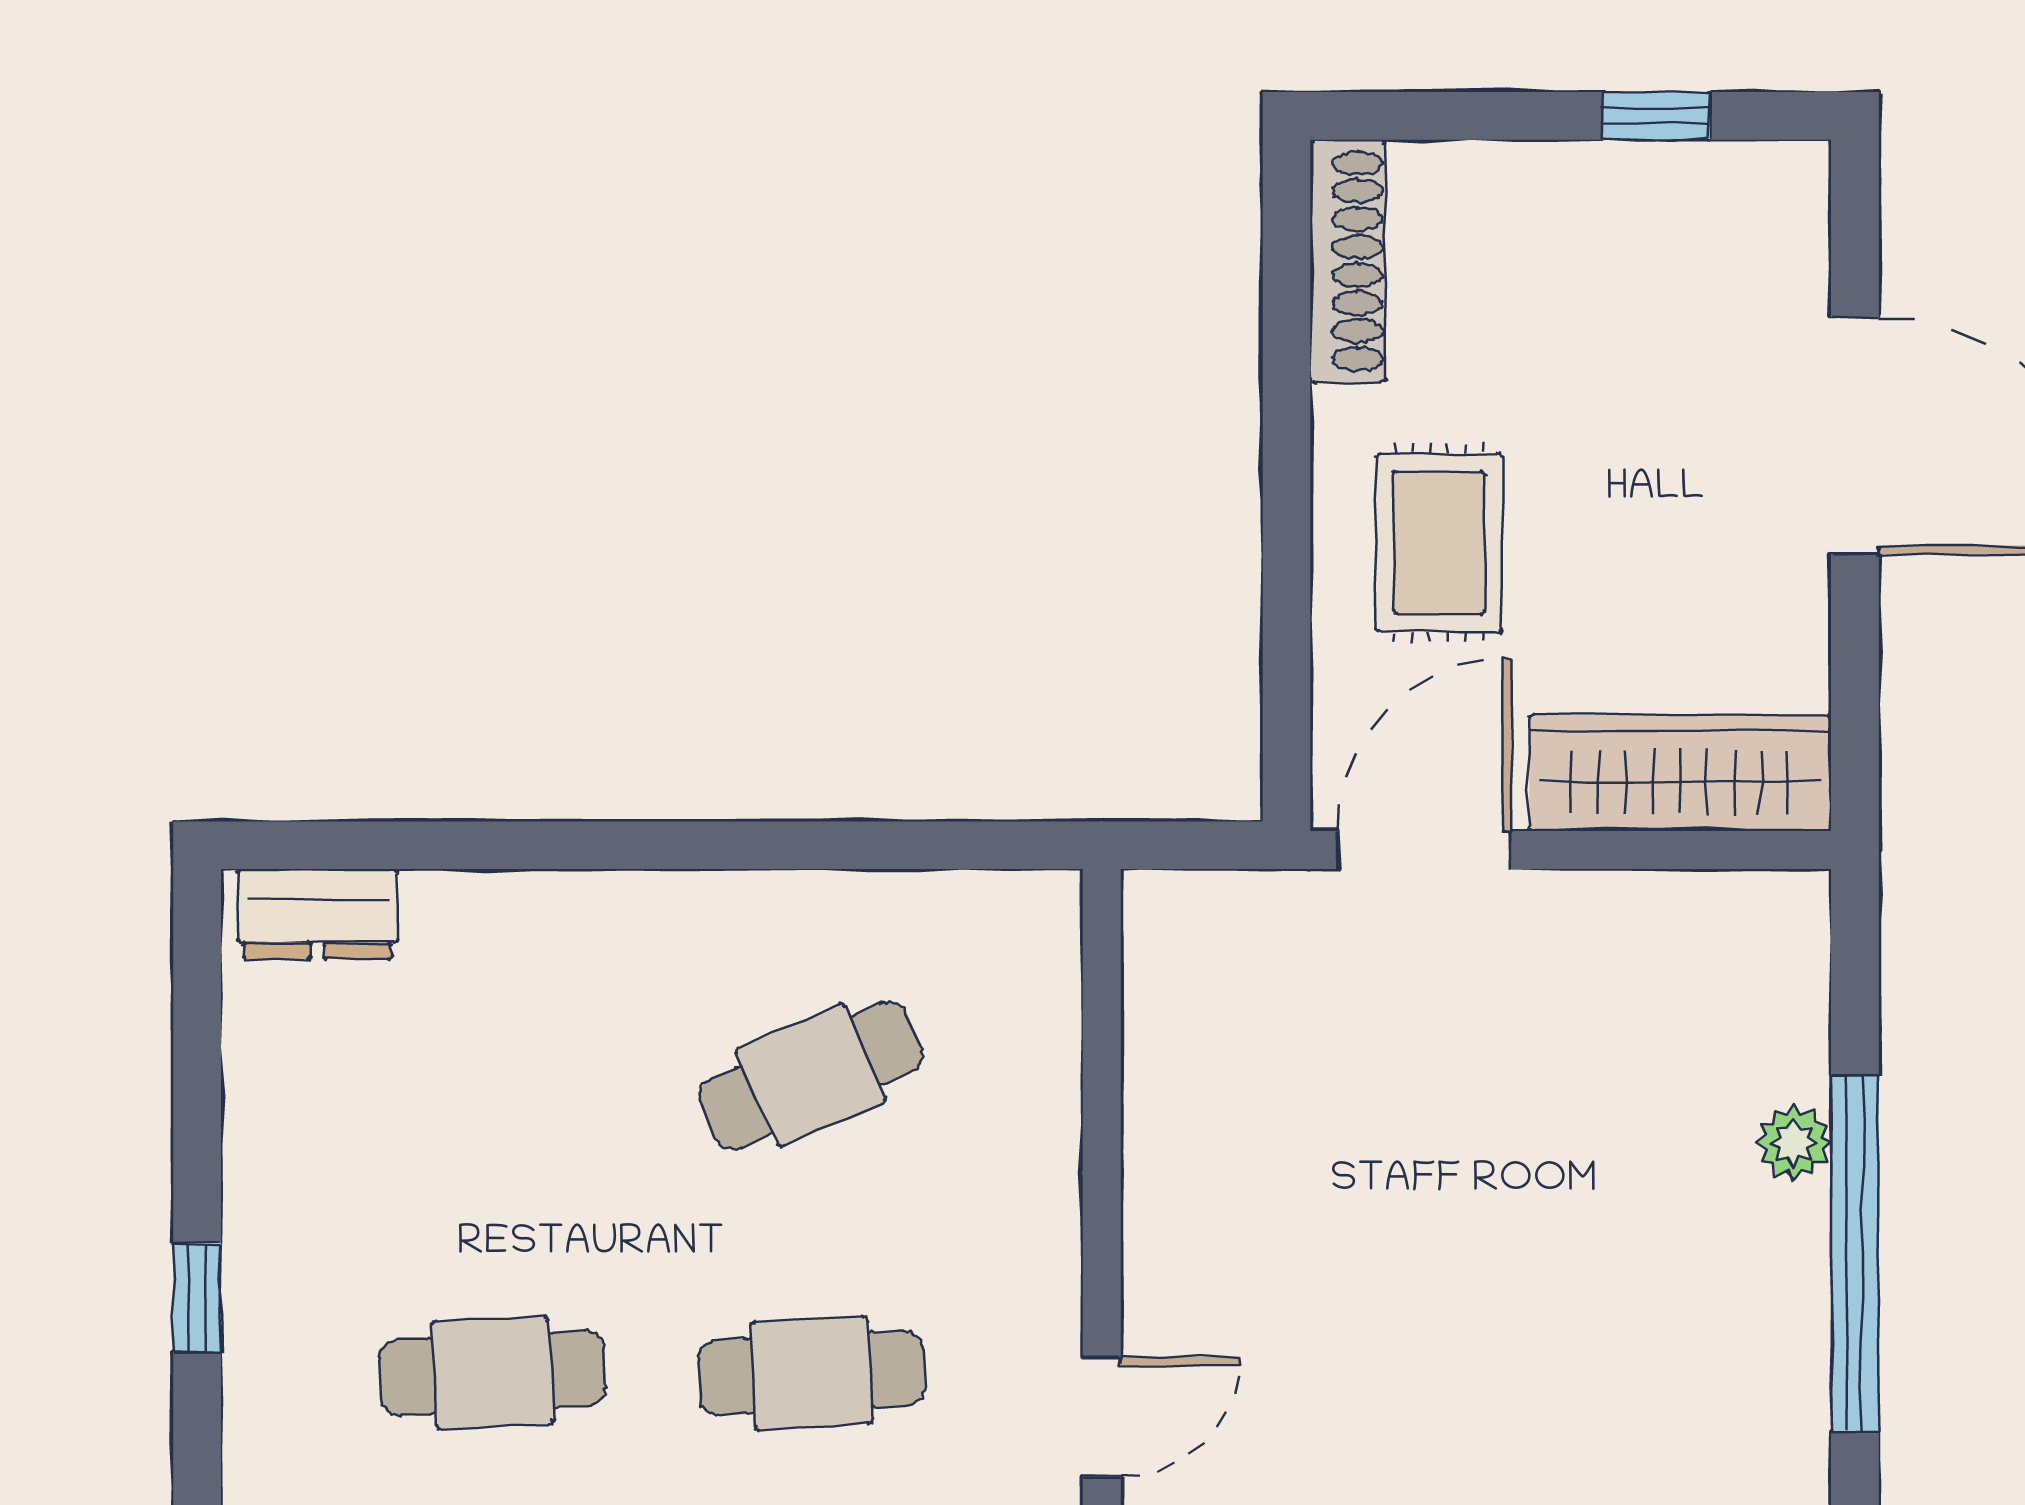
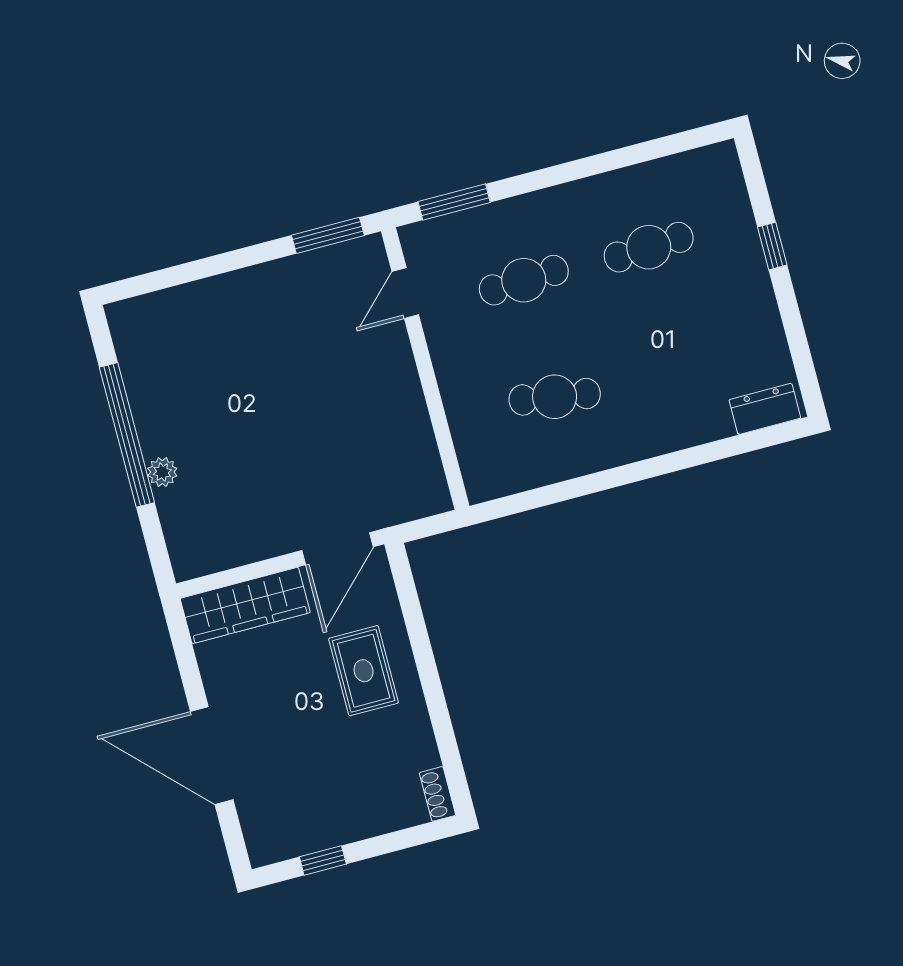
shoe rack: (1348, 261) -> (437, 794), width x0.51, depth x0.81
cafe table: (811, 1075) -> (555, 397), turned 33

